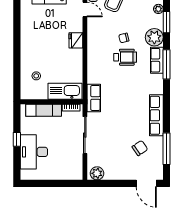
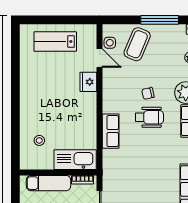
fridge: (76, 40) -> (88, 82), moved
row of seats: (94, 98) -> (111, 131), moved

